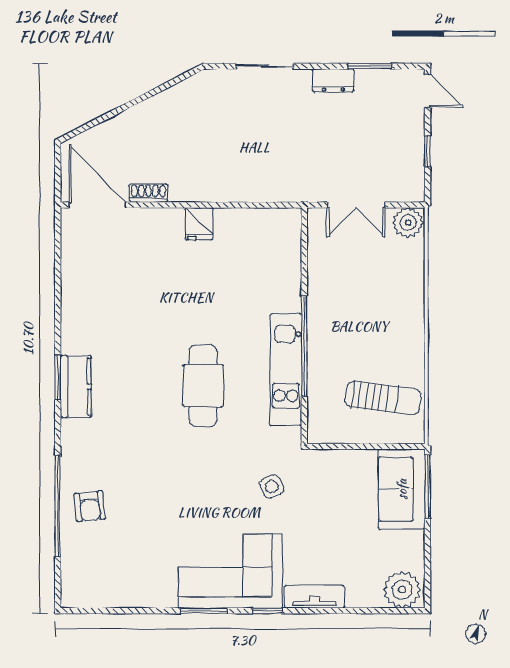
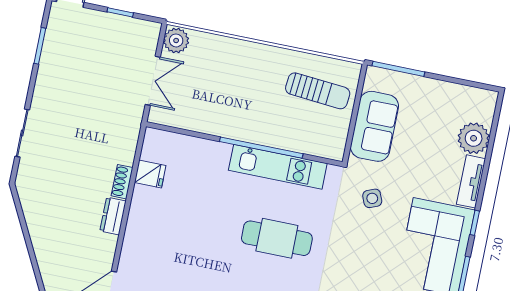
dresser: (333, 80) -> (113, 216), moved, turned 180
shoe rack: (148, 193) -> (122, 182), moved
fridge: (199, 224) -> (150, 174), moved
sun lounger: (383, 398) -> (318, 91), turned 88
sofa: (402, 489) -> (374, 126), moved, turned -90
plant: (402, 590) -> (474, 138), moved

